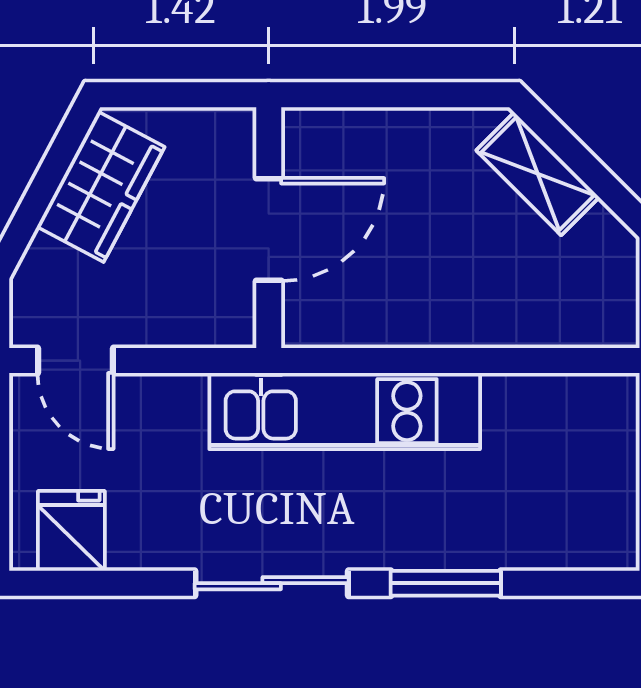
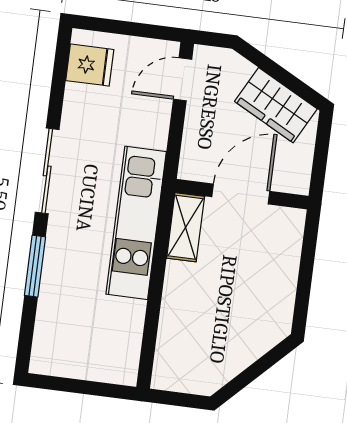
shelving: (538, 174) -> (186, 227), moved, turned -45
door: (269, 230) -> (241, 194), swing flipped

